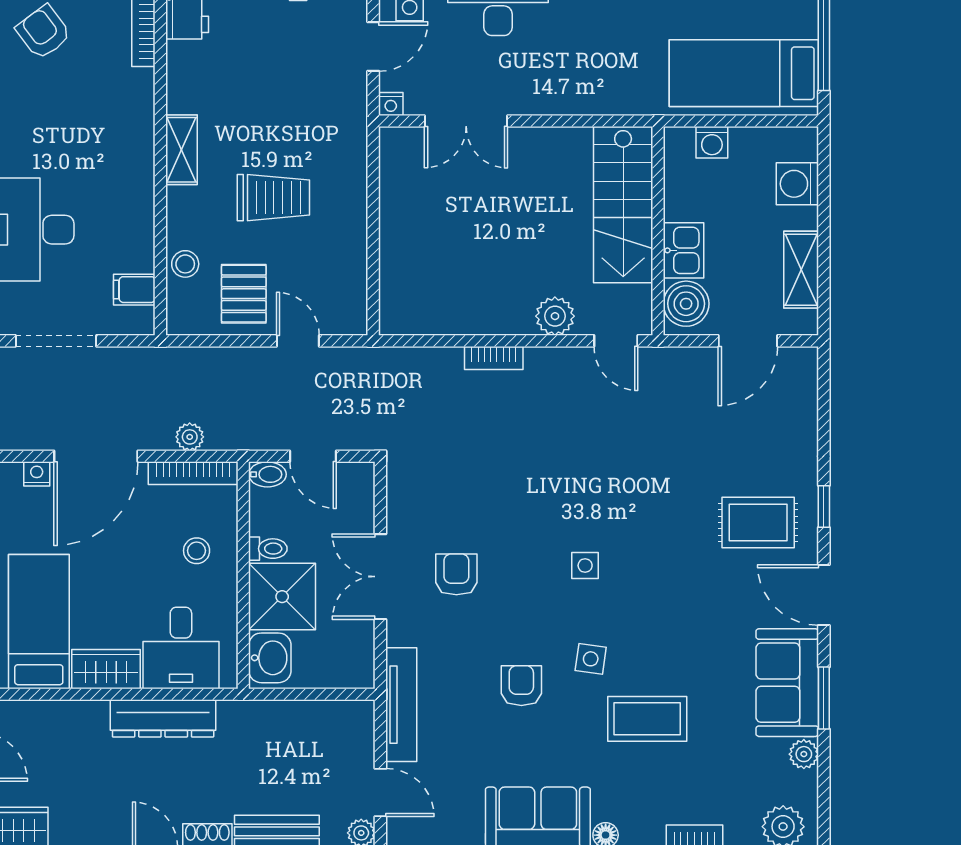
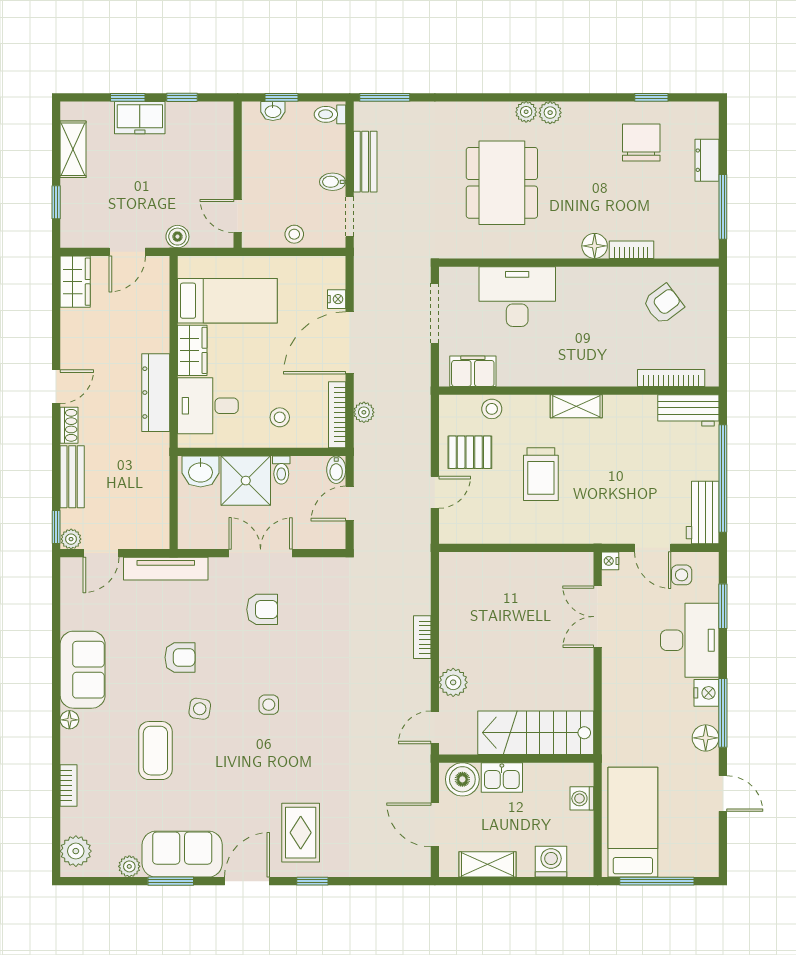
filing cabinet: (134, 290) -> (473, 371), width x2.00
door: (96, 456) -> (350, 343), hinge flipped

